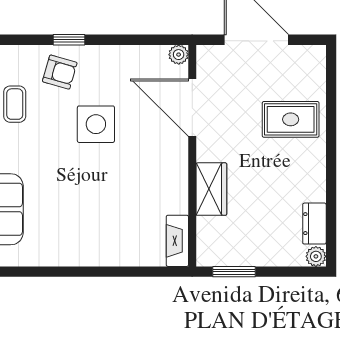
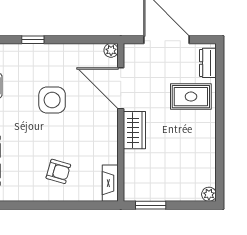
armchair: (60, 72) -> (58, 171), moved
wardrobe: (211, 189) -> (134, 130), moved
dresser: (314, 224) -> (208, 63), moved

